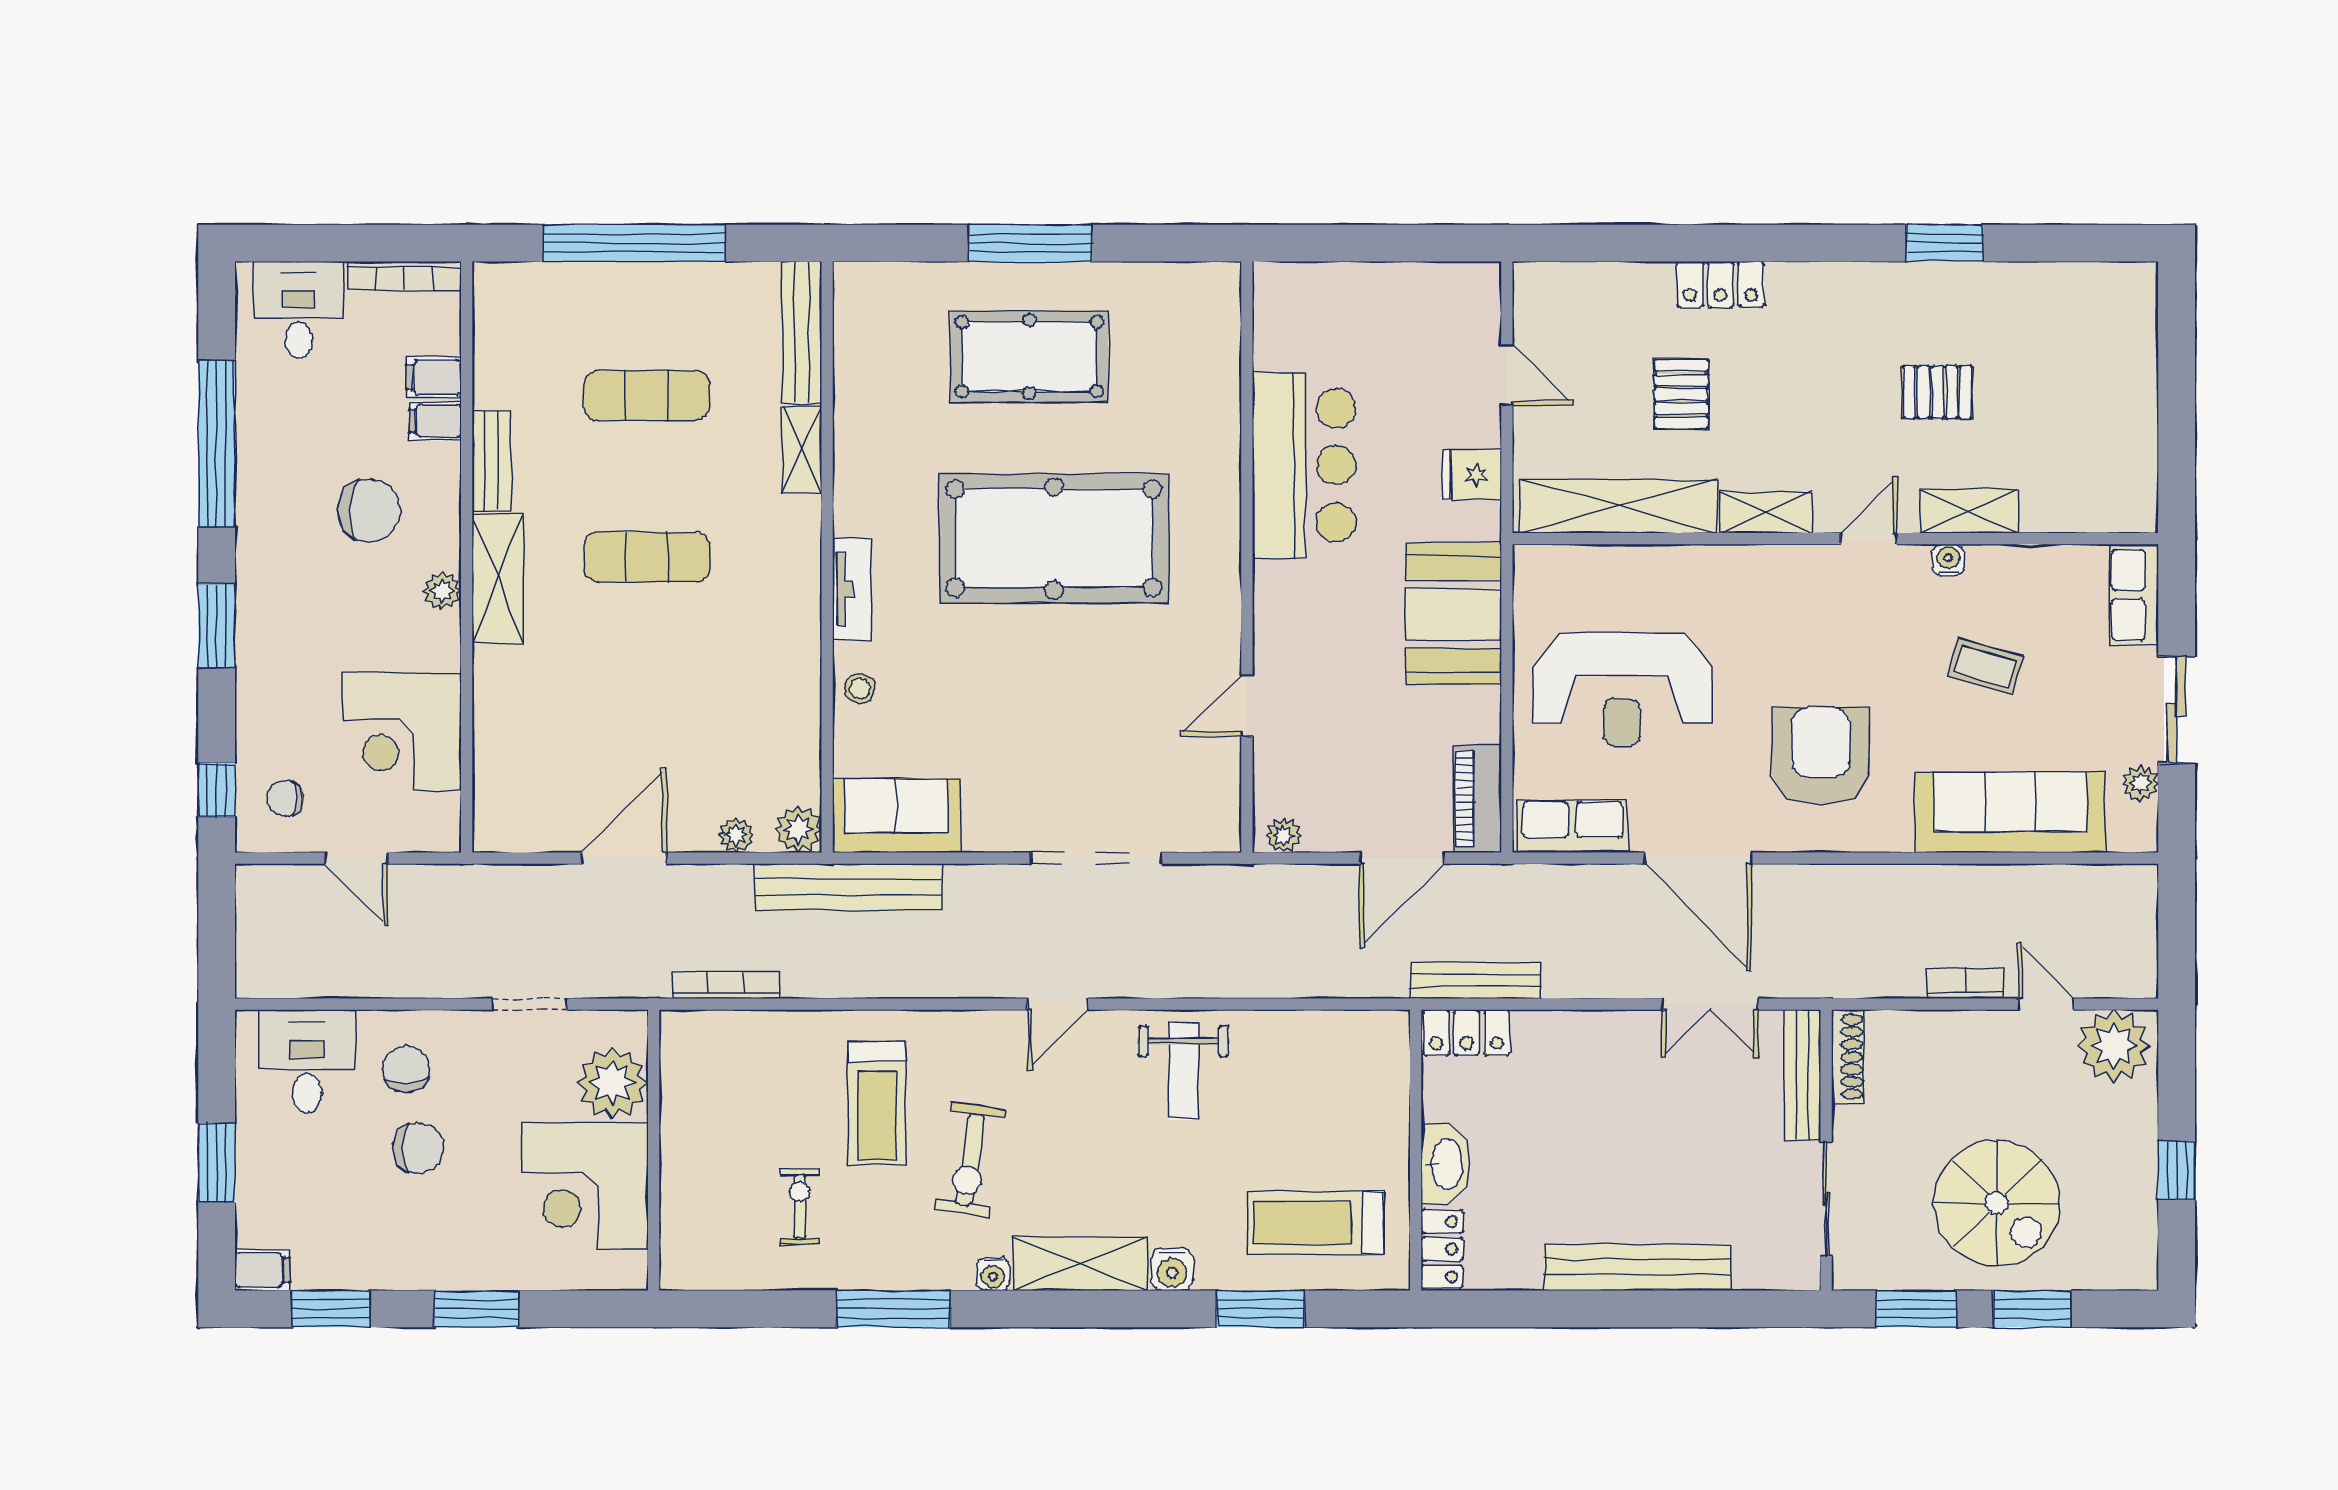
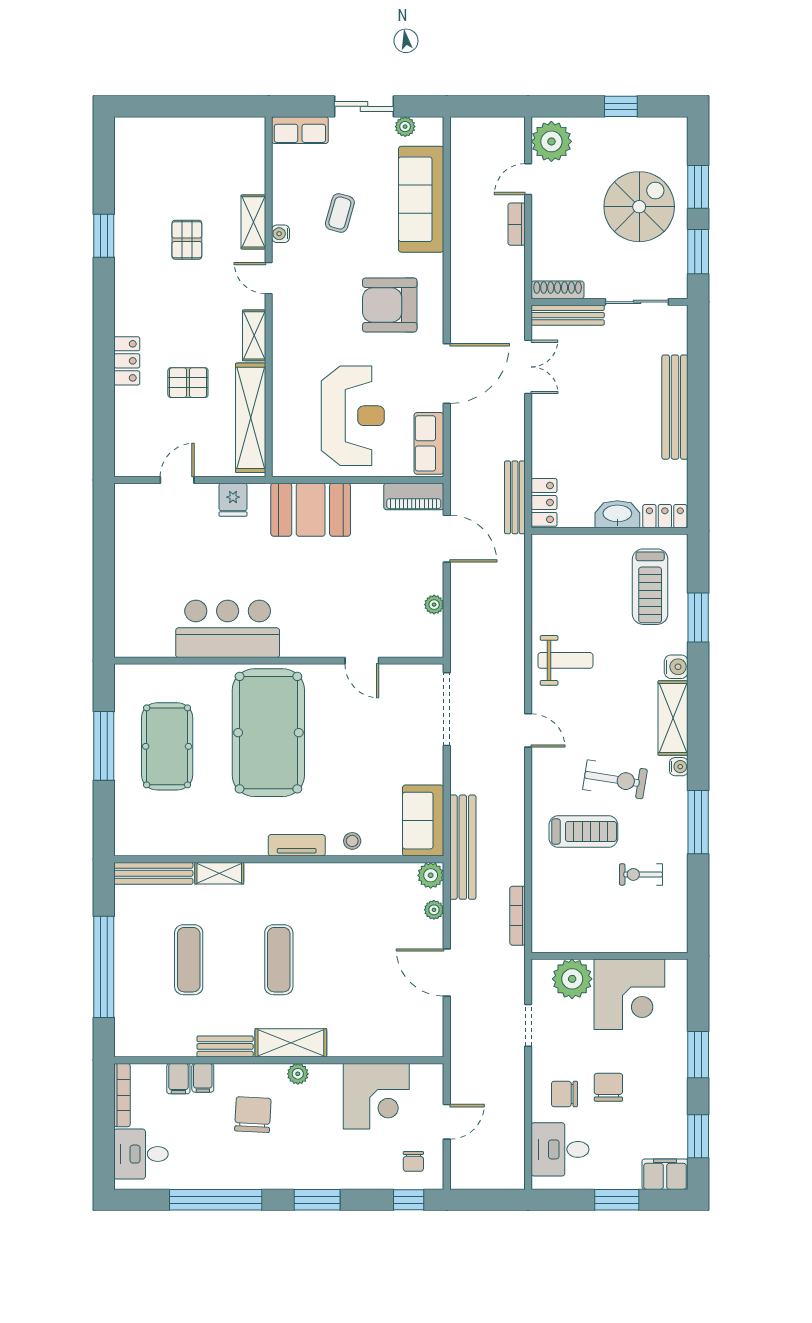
bar counter: (1304, 465) -> (228, 629), moved
wall: (1247, 557) -> (279, 661), moved
door: (1247, 706) -> (362, 661), moved
filing cabinet: (262, 1270) -> (665, 1174), width x2.00

